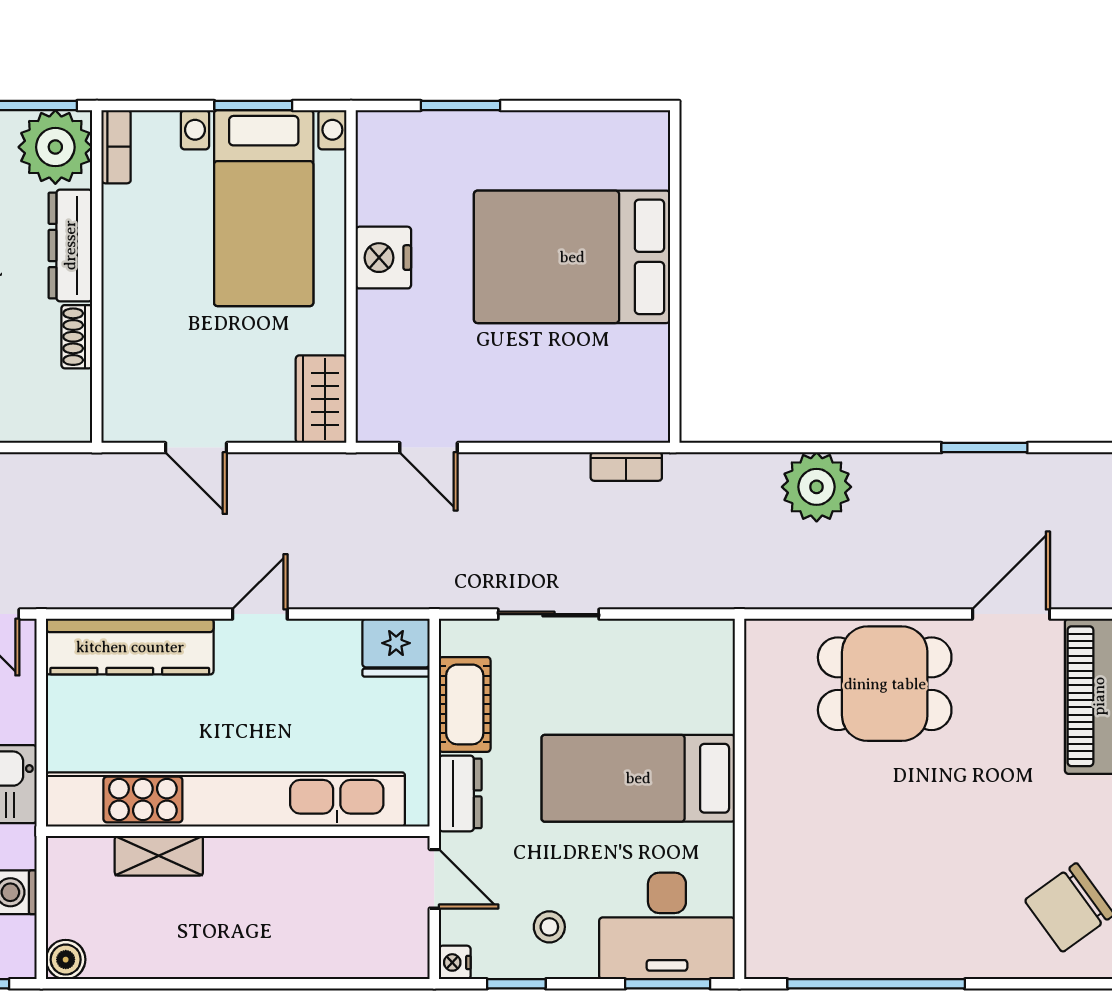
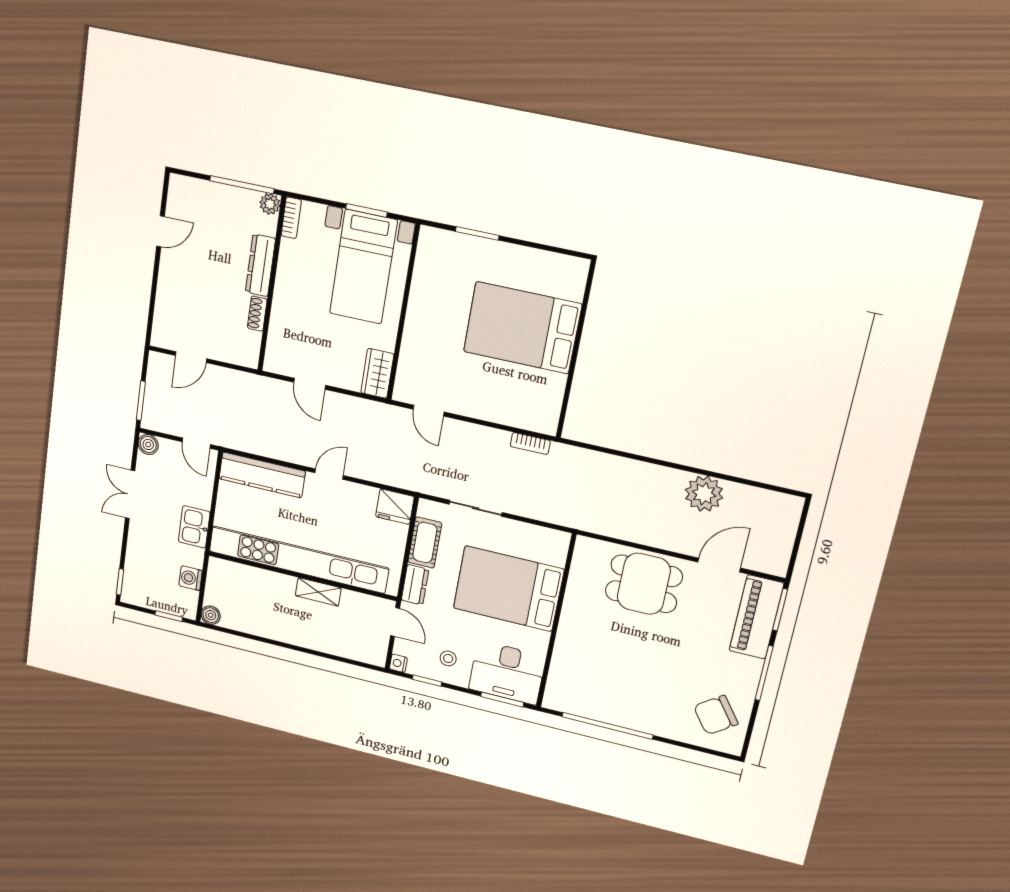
plant: (55, 147) -> (270, 204), width x0.53, depth x0.53
nightstand: (383, 258) -> (422, 307), removed
window: (984, 448) -> (725, 477), removed
plant: (817, 487) -> (704, 494), moved
bed: (638, 778) -> (508, 589), width x1.50
shelving: (159, 856) -> (318, 592), moved

